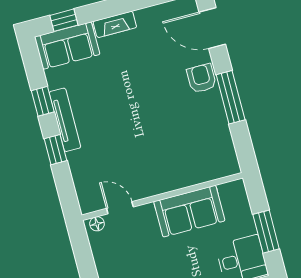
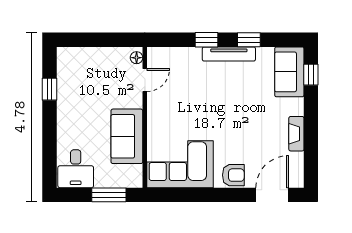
fireplace: (115, 24) -> (296, 134), moved
window: (231, 97) -> (211, 195), removed
corner sofa: (205, 142) -> (180, 164), added
window: (266, 232) -> (109, 195), moved

